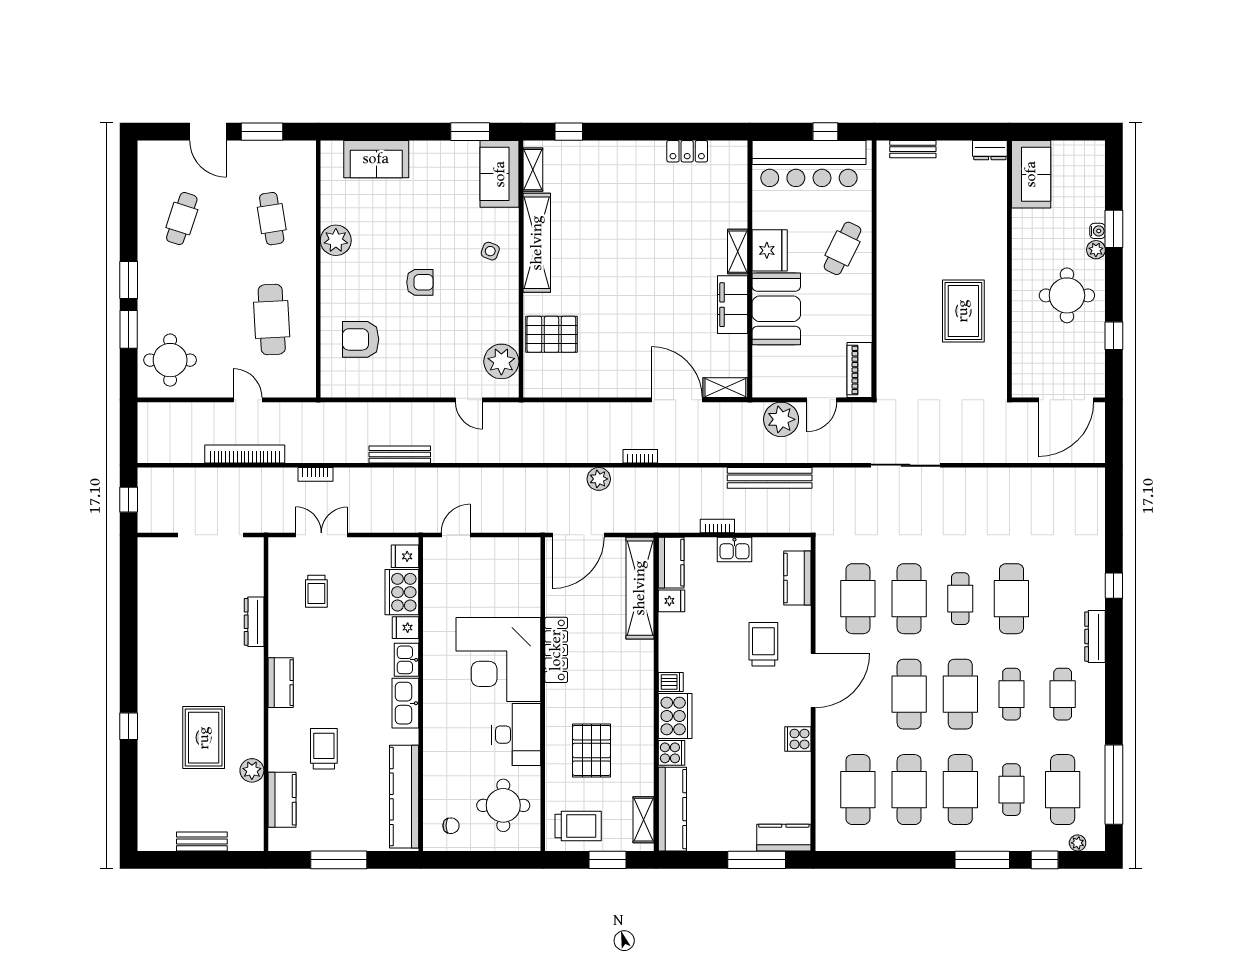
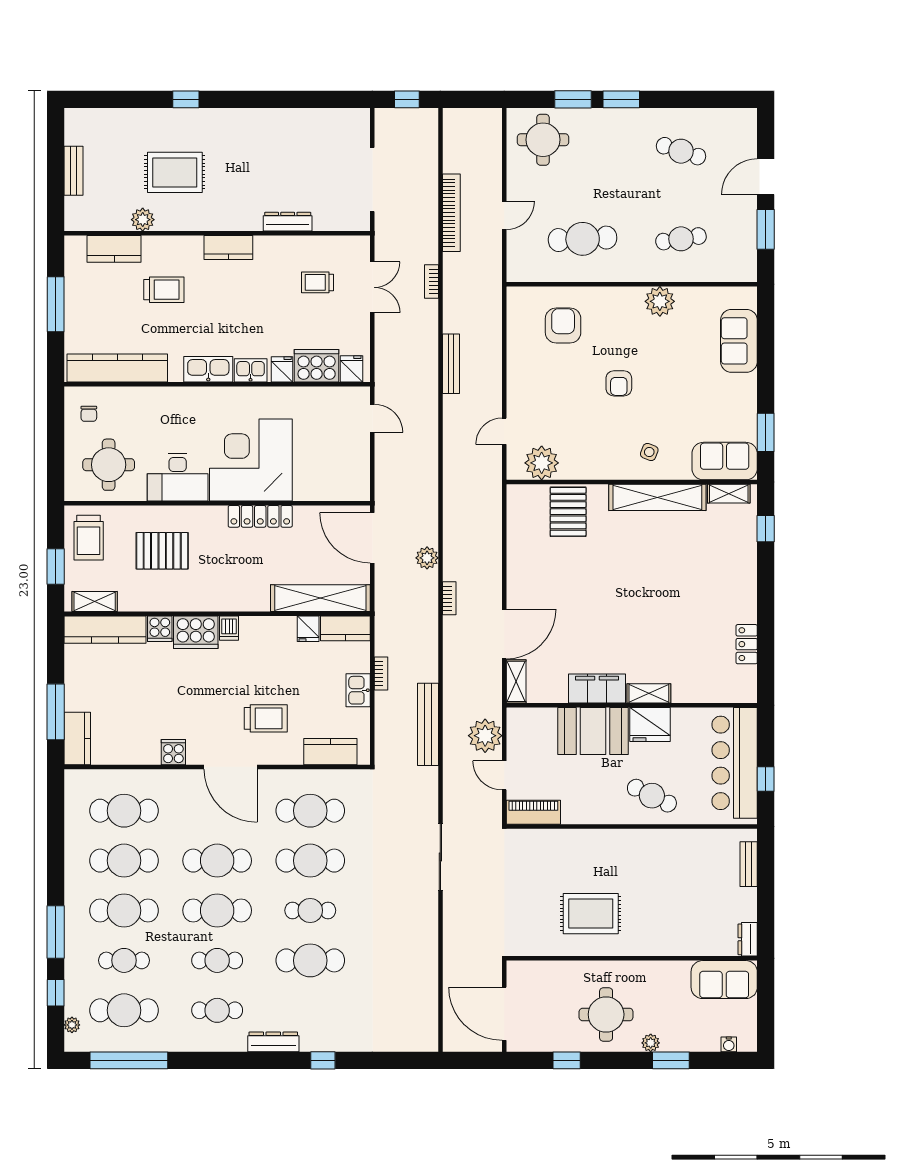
water cooler: (1098, 231) -> (729, 1044), moved

